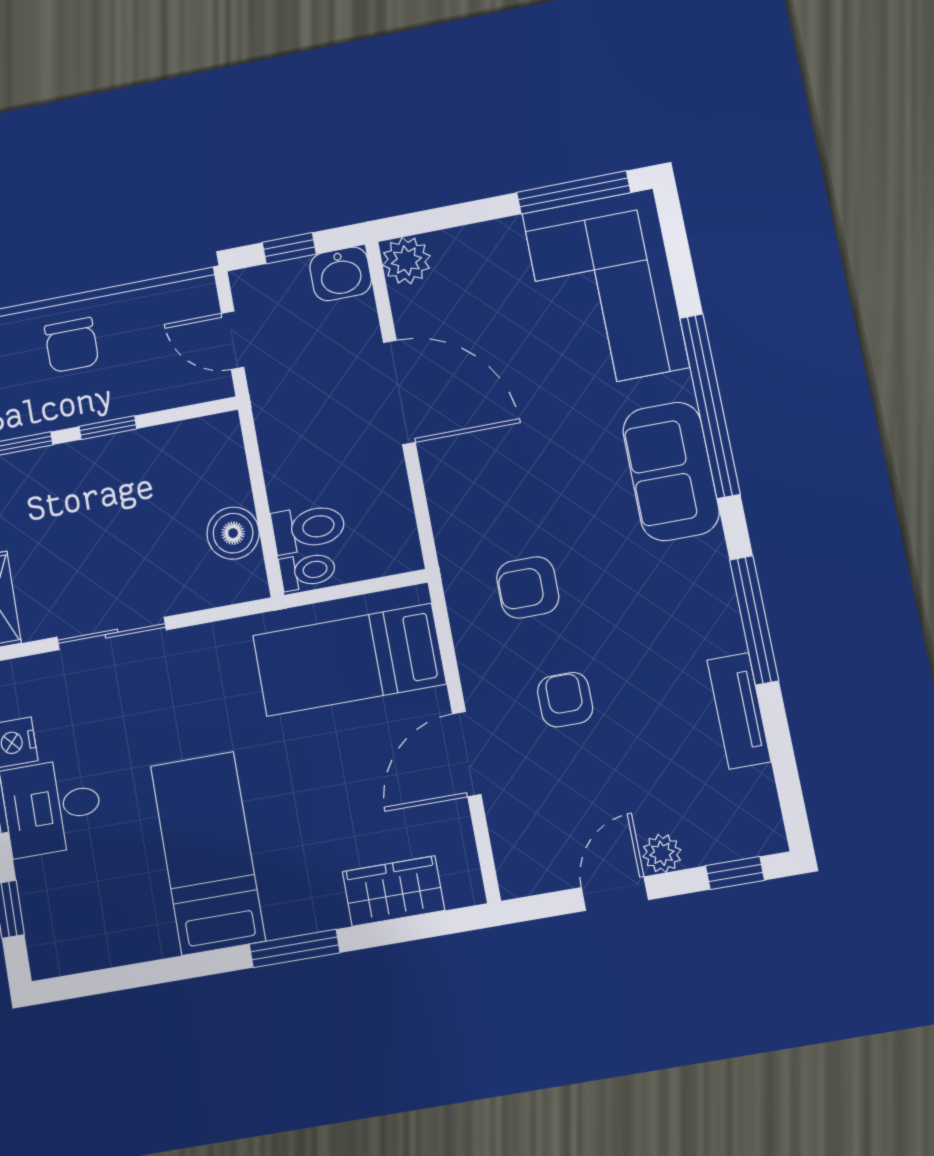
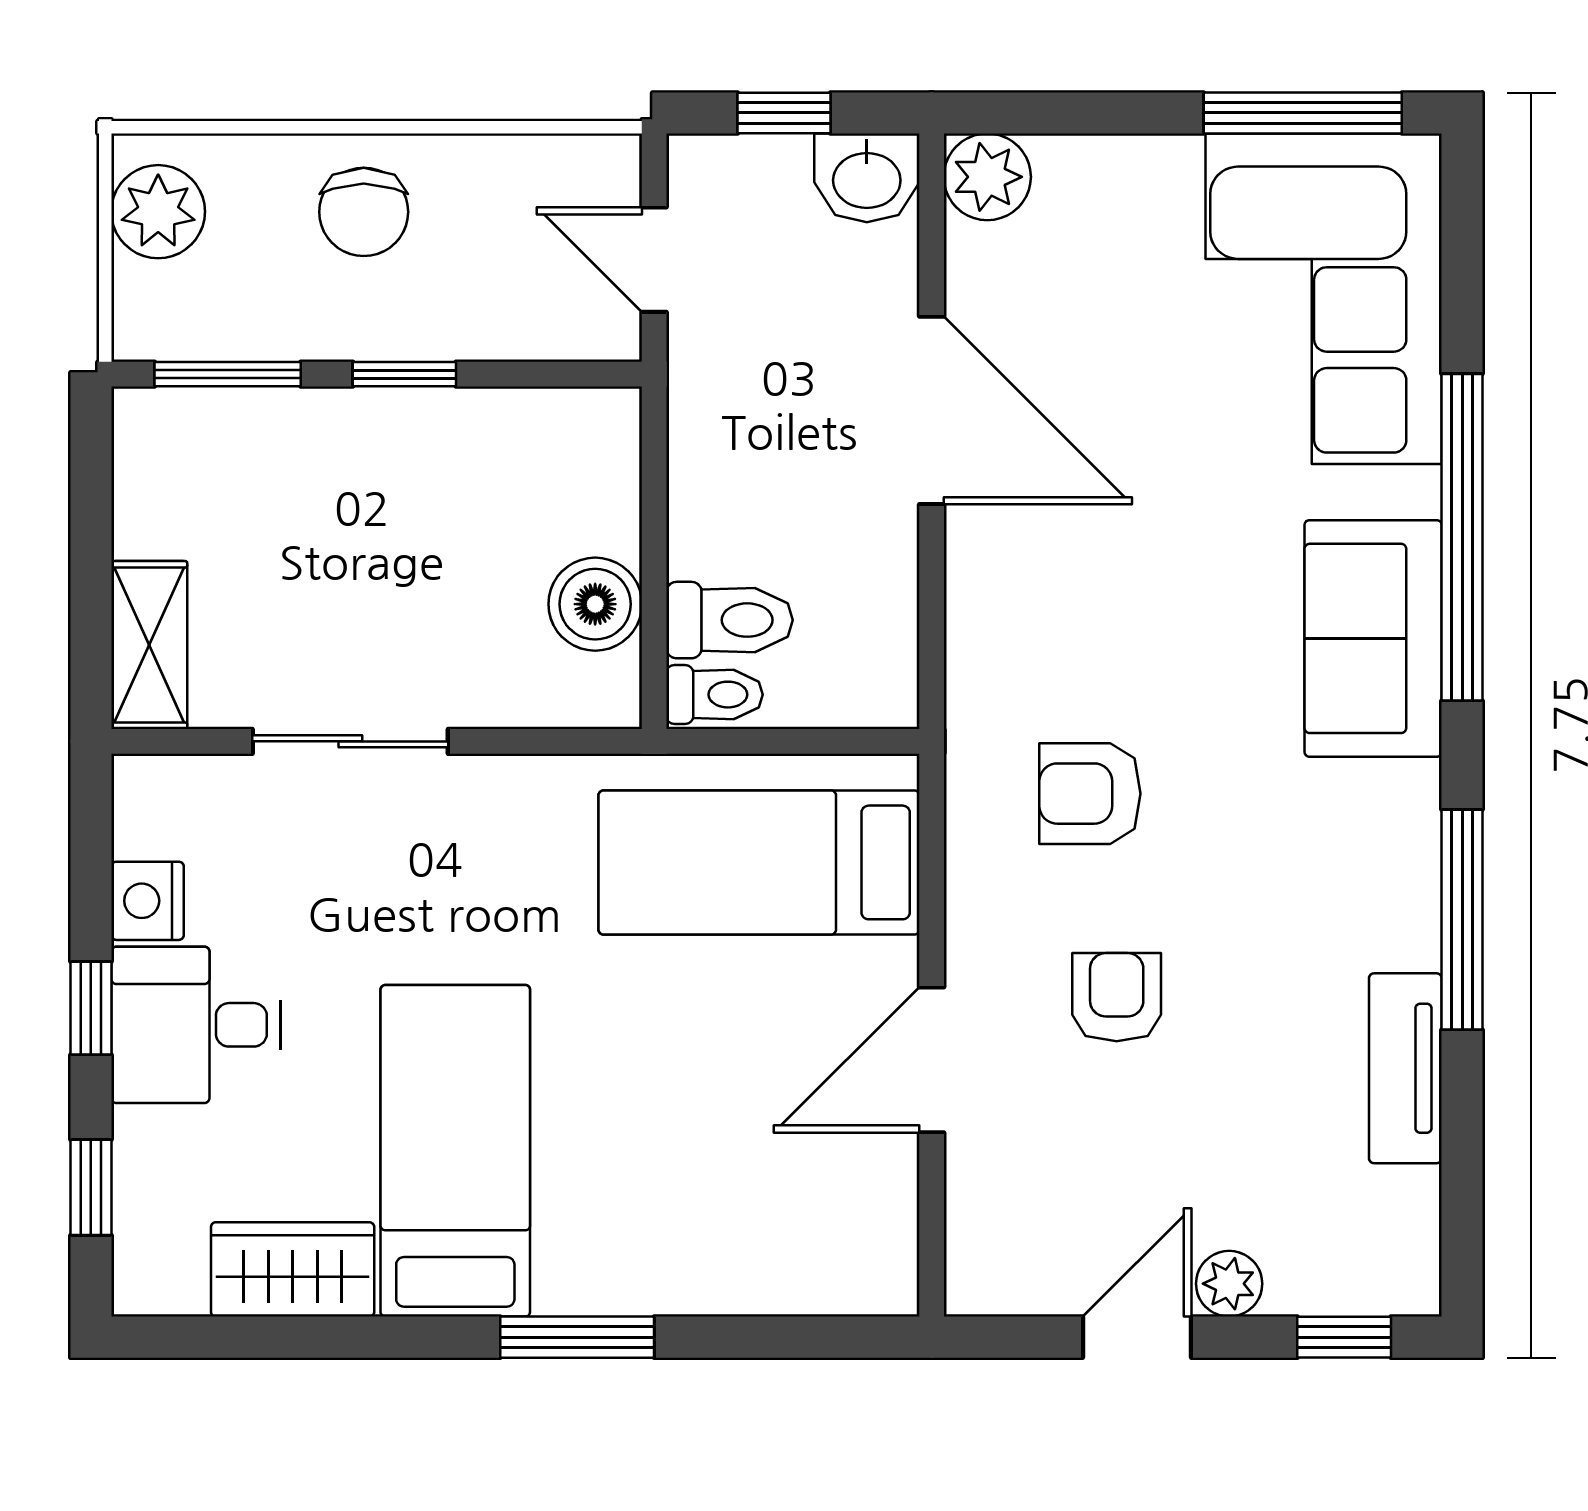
wardrobe: (394, 891) -> (293, 1269), moved

